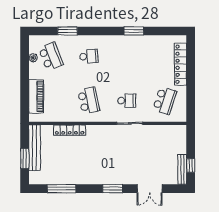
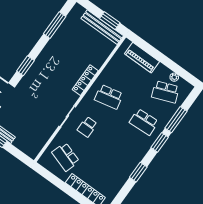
window: (68, 31) -> (176, 120), width x1.44
window: (96, 31) -> (160, 142), added
school desk: (89, 56) -> (144, 122), width x1.85
locker: (70, 130) -> (85, 80), moved
window: (25, 158) -> (110, 21), moved

